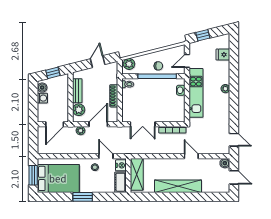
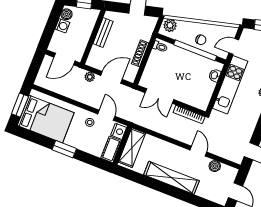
plant: (79, 110) -> (97, 54), removed
boiler: (225, 163) -> (215, 166), moved

